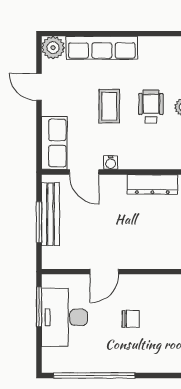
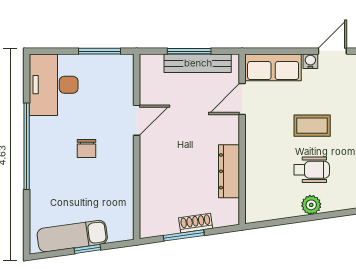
water cooler: (111, 163) -> (310, 61), moved, turned 90
door: (104, 272) -> (137, 120), swing flipped
desk: (64, 317) -> (54, 85), moved, turned -90
window: (94, 375) -> (27, 146), moved

